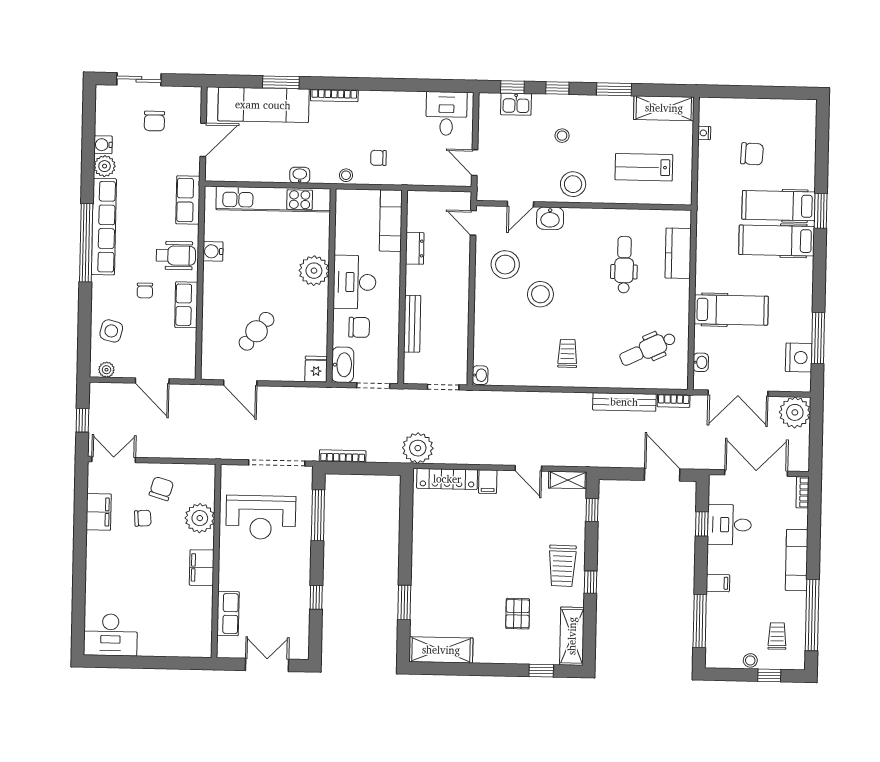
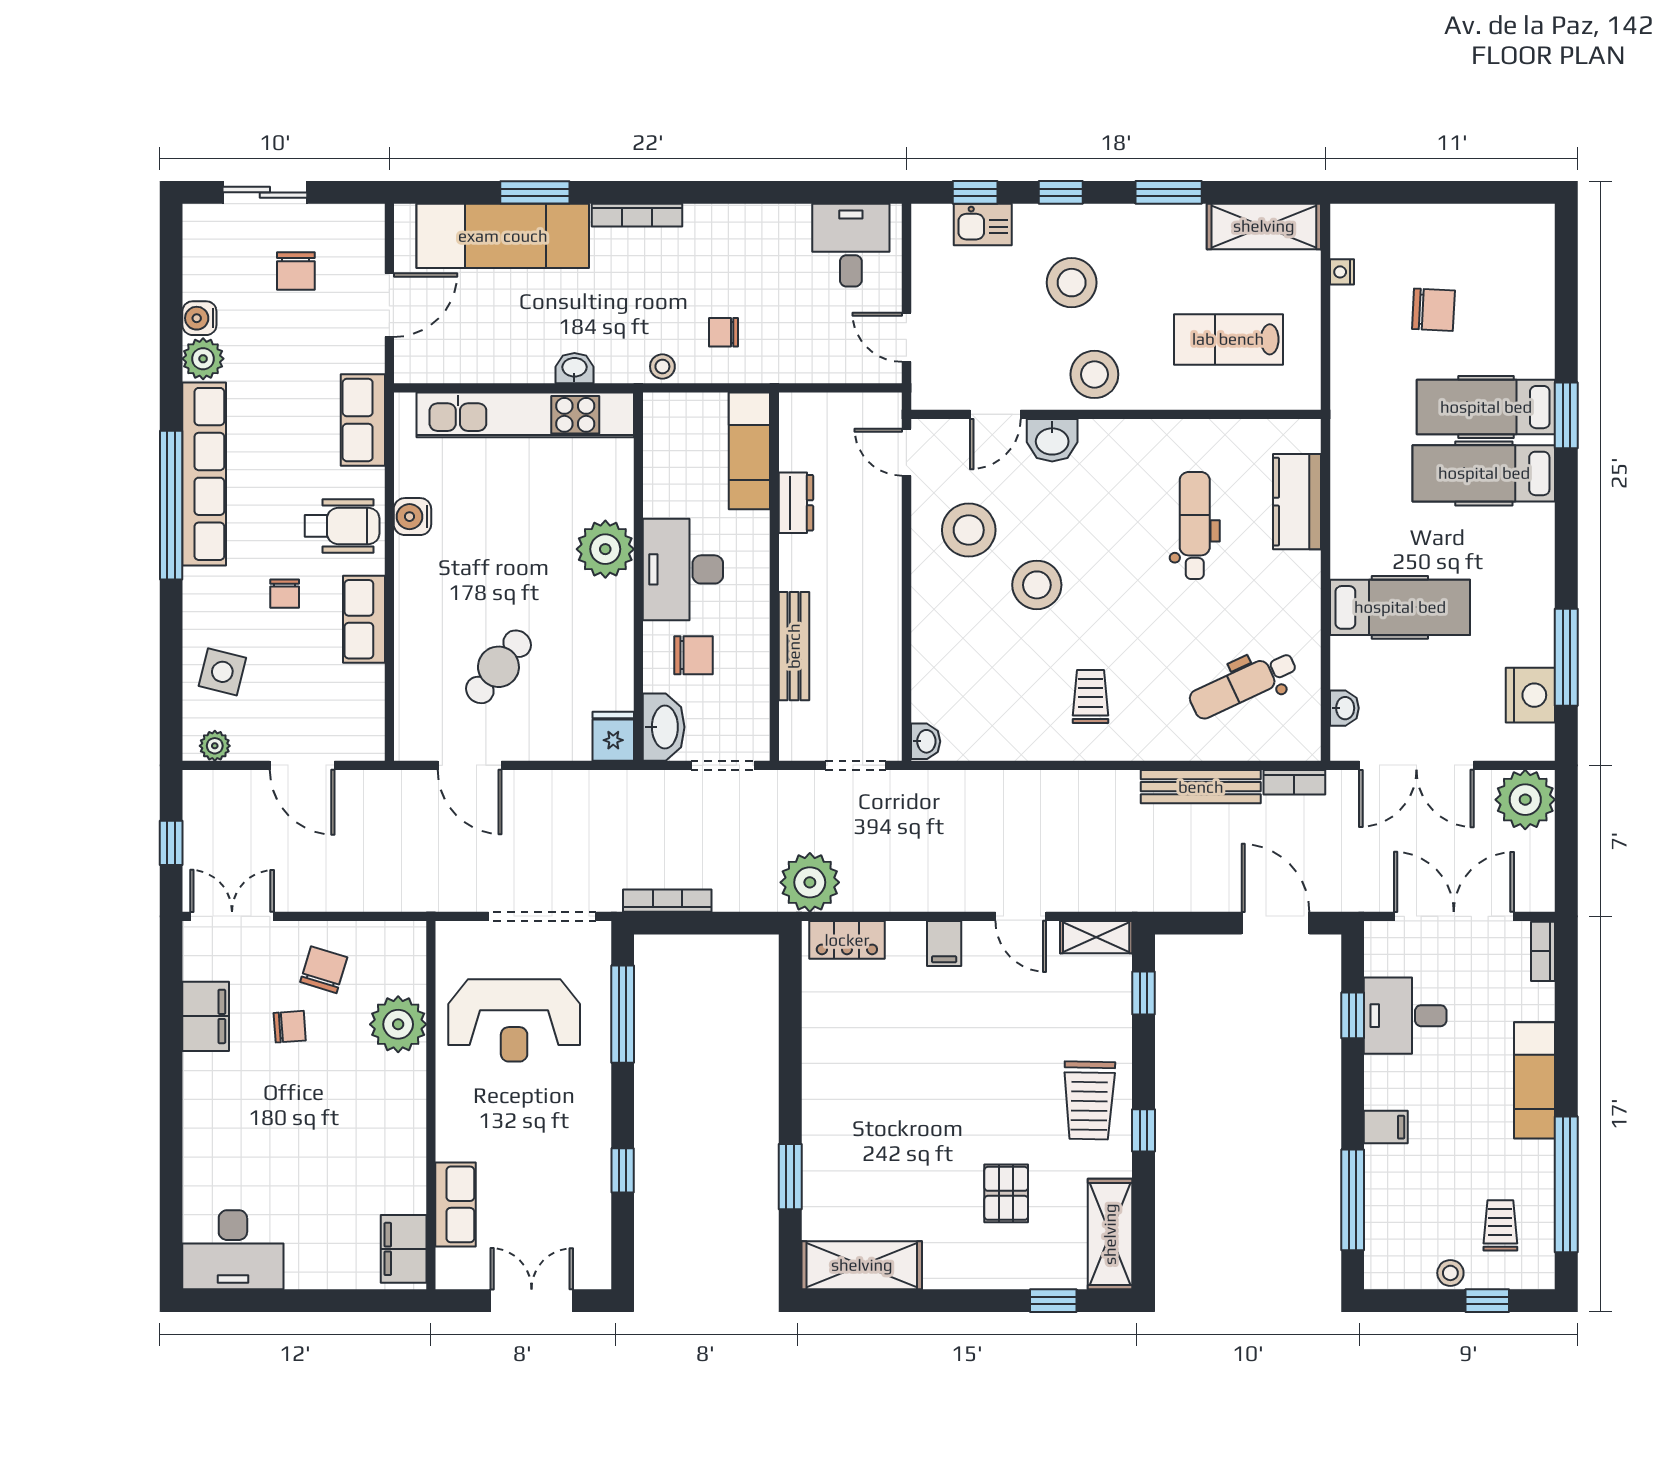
stool: (562, 136) -> (1072, 283), width x1.89, depth x1.89
locker: (447, 479) -> (847, 940), width x0.66
filing cabinet: (202, 568) -> (404, 1249), moved

